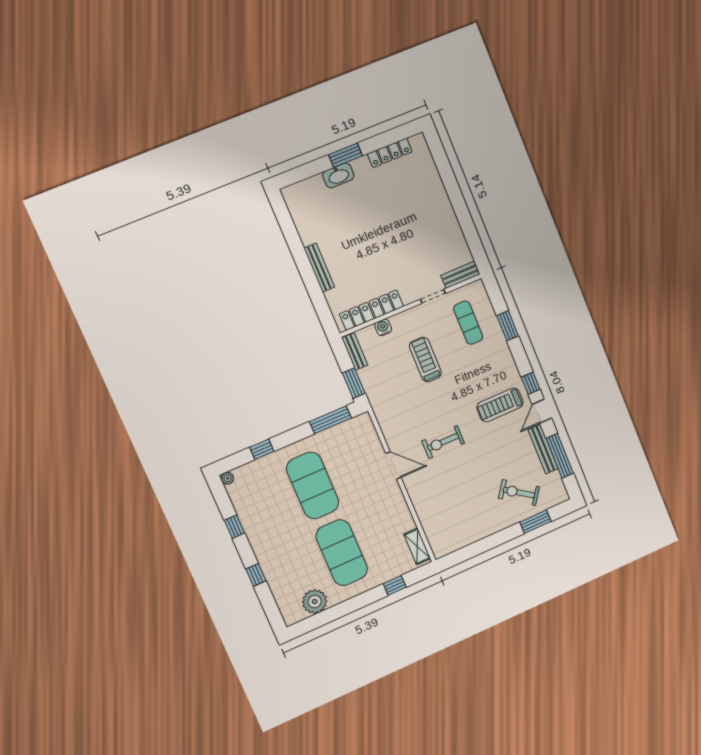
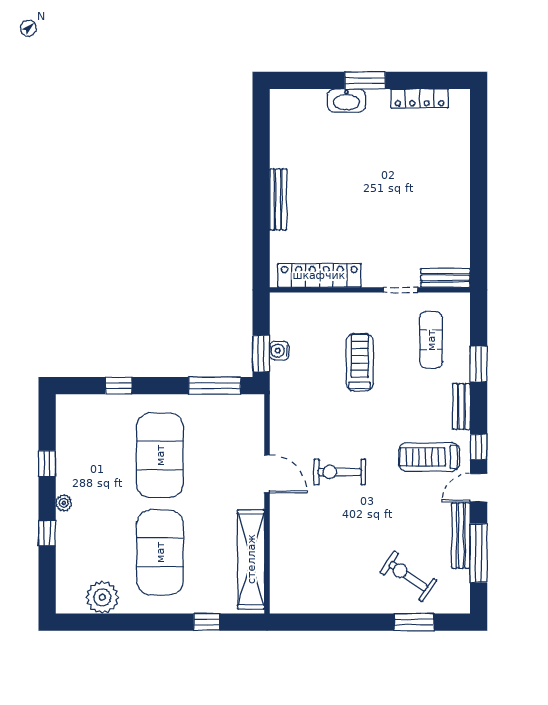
water cooler: (383, 327) -> (279, 351), moved, turned -90
bench: (355, 352) -> (461, 406), moved
plant: (227, 478) -> (64, 503), moved
shelving: (417, 546) -> (251, 559), width x2.20, depth x1.33

